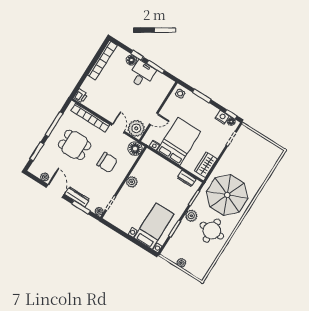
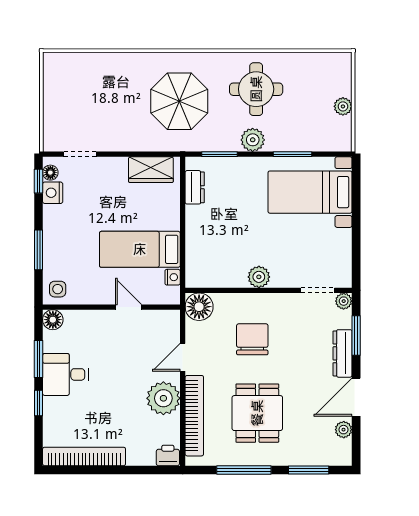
floor lamp: (131, 60) -> (53, 320), moved
plant: (136, 128) -> (163, 398), moved
bed: (179, 141) -> (140, 249), width x0.67
parasol: (227, 195) -> (179, 101), width x0.73, depth x0.73

